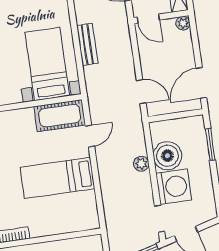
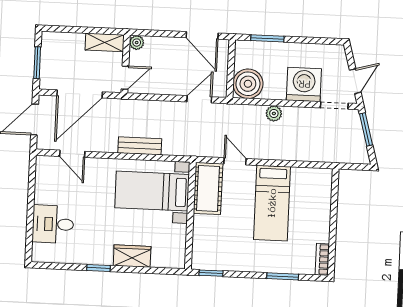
boiler: (167, 156) -> (248, 84), moved

